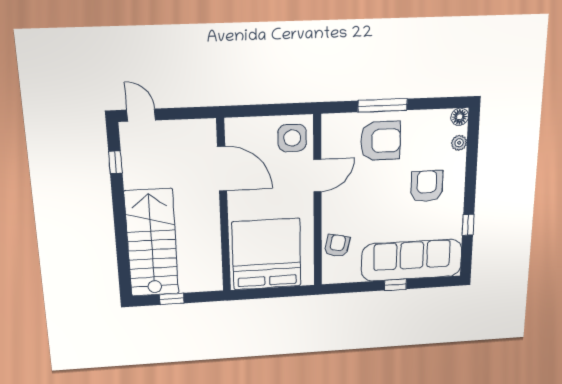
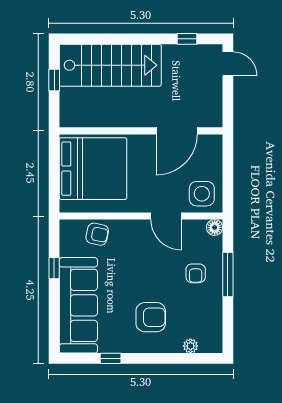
door: (141, 115) -> (228, 64), hinge flipped
floor lamp: (460, 117) -> (215, 227), moved
armchair: (381, 141) -> (196, 273), width x0.53, depth x0.53
window: (395, 285) -> (54, 268), moved

